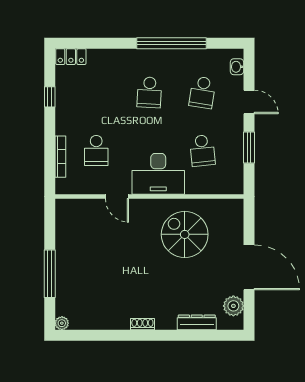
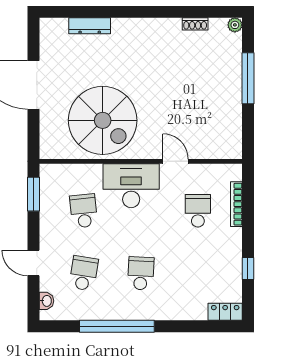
window: (249, 148) -> (34, 194), moved
spiral stairs: (185, 234) -> (103, 120), width x1.37, depth x1.37
plant: (233, 306) -> (50, 44), removed
shoe rack: (142, 324) -> (195, 24), moved

